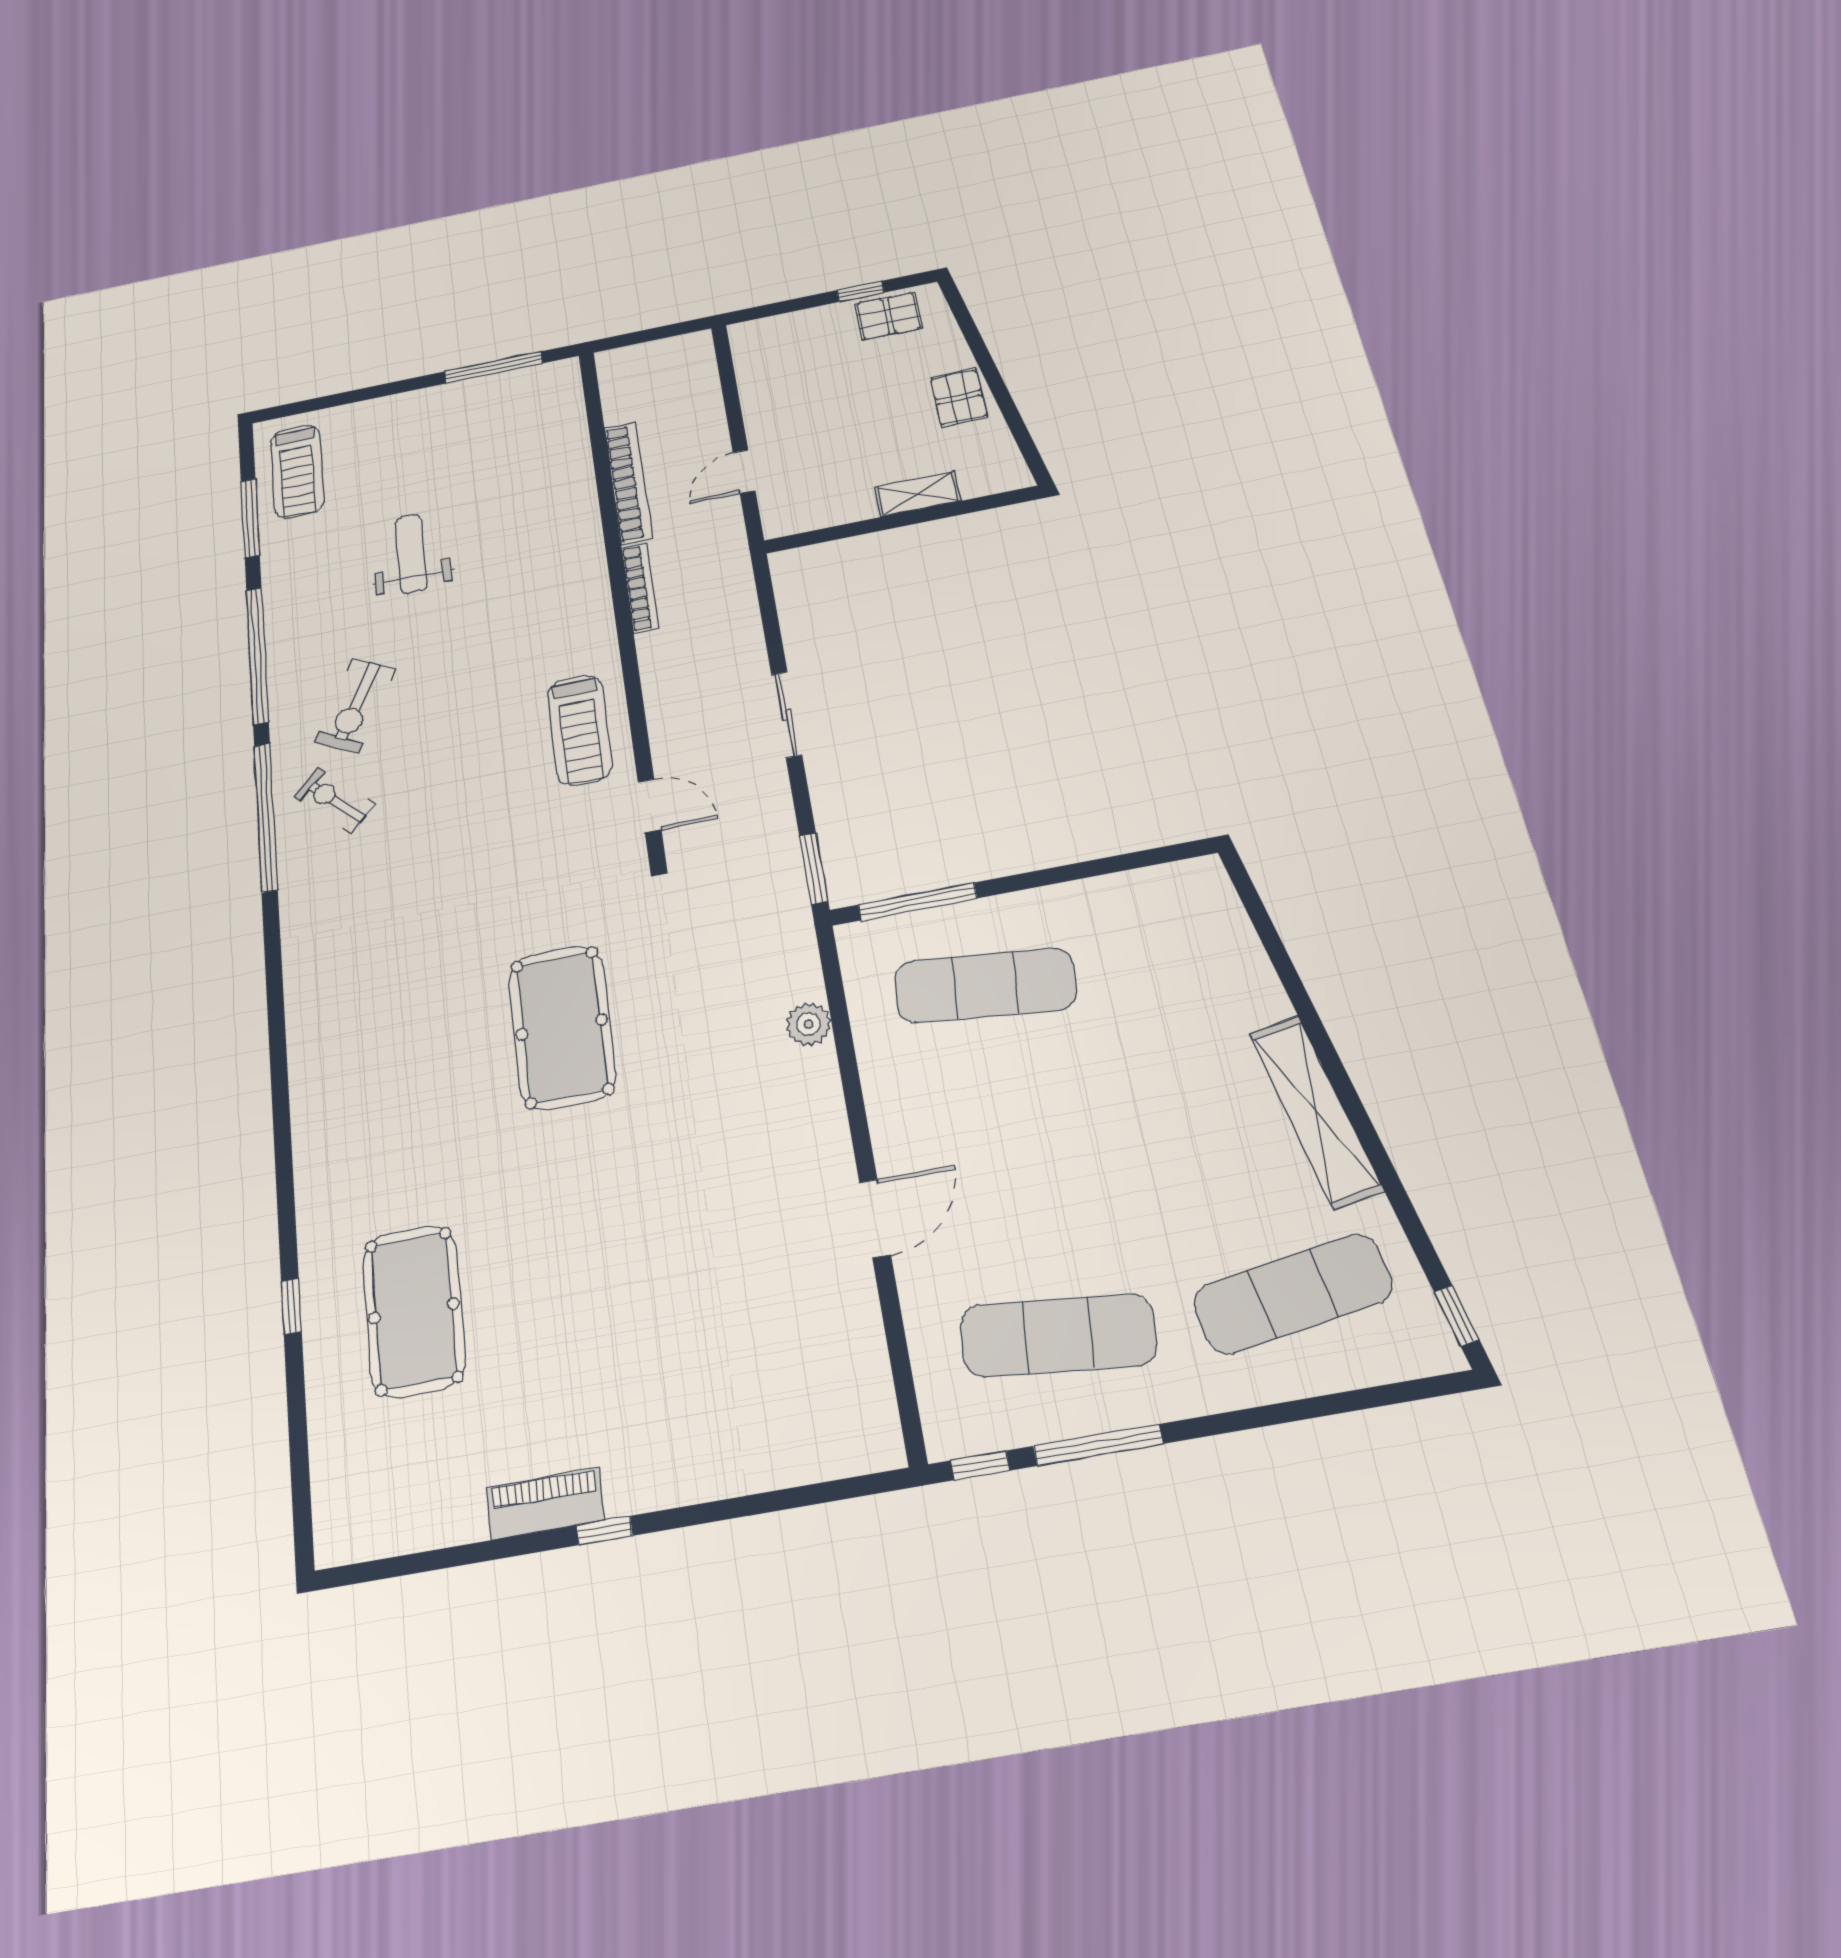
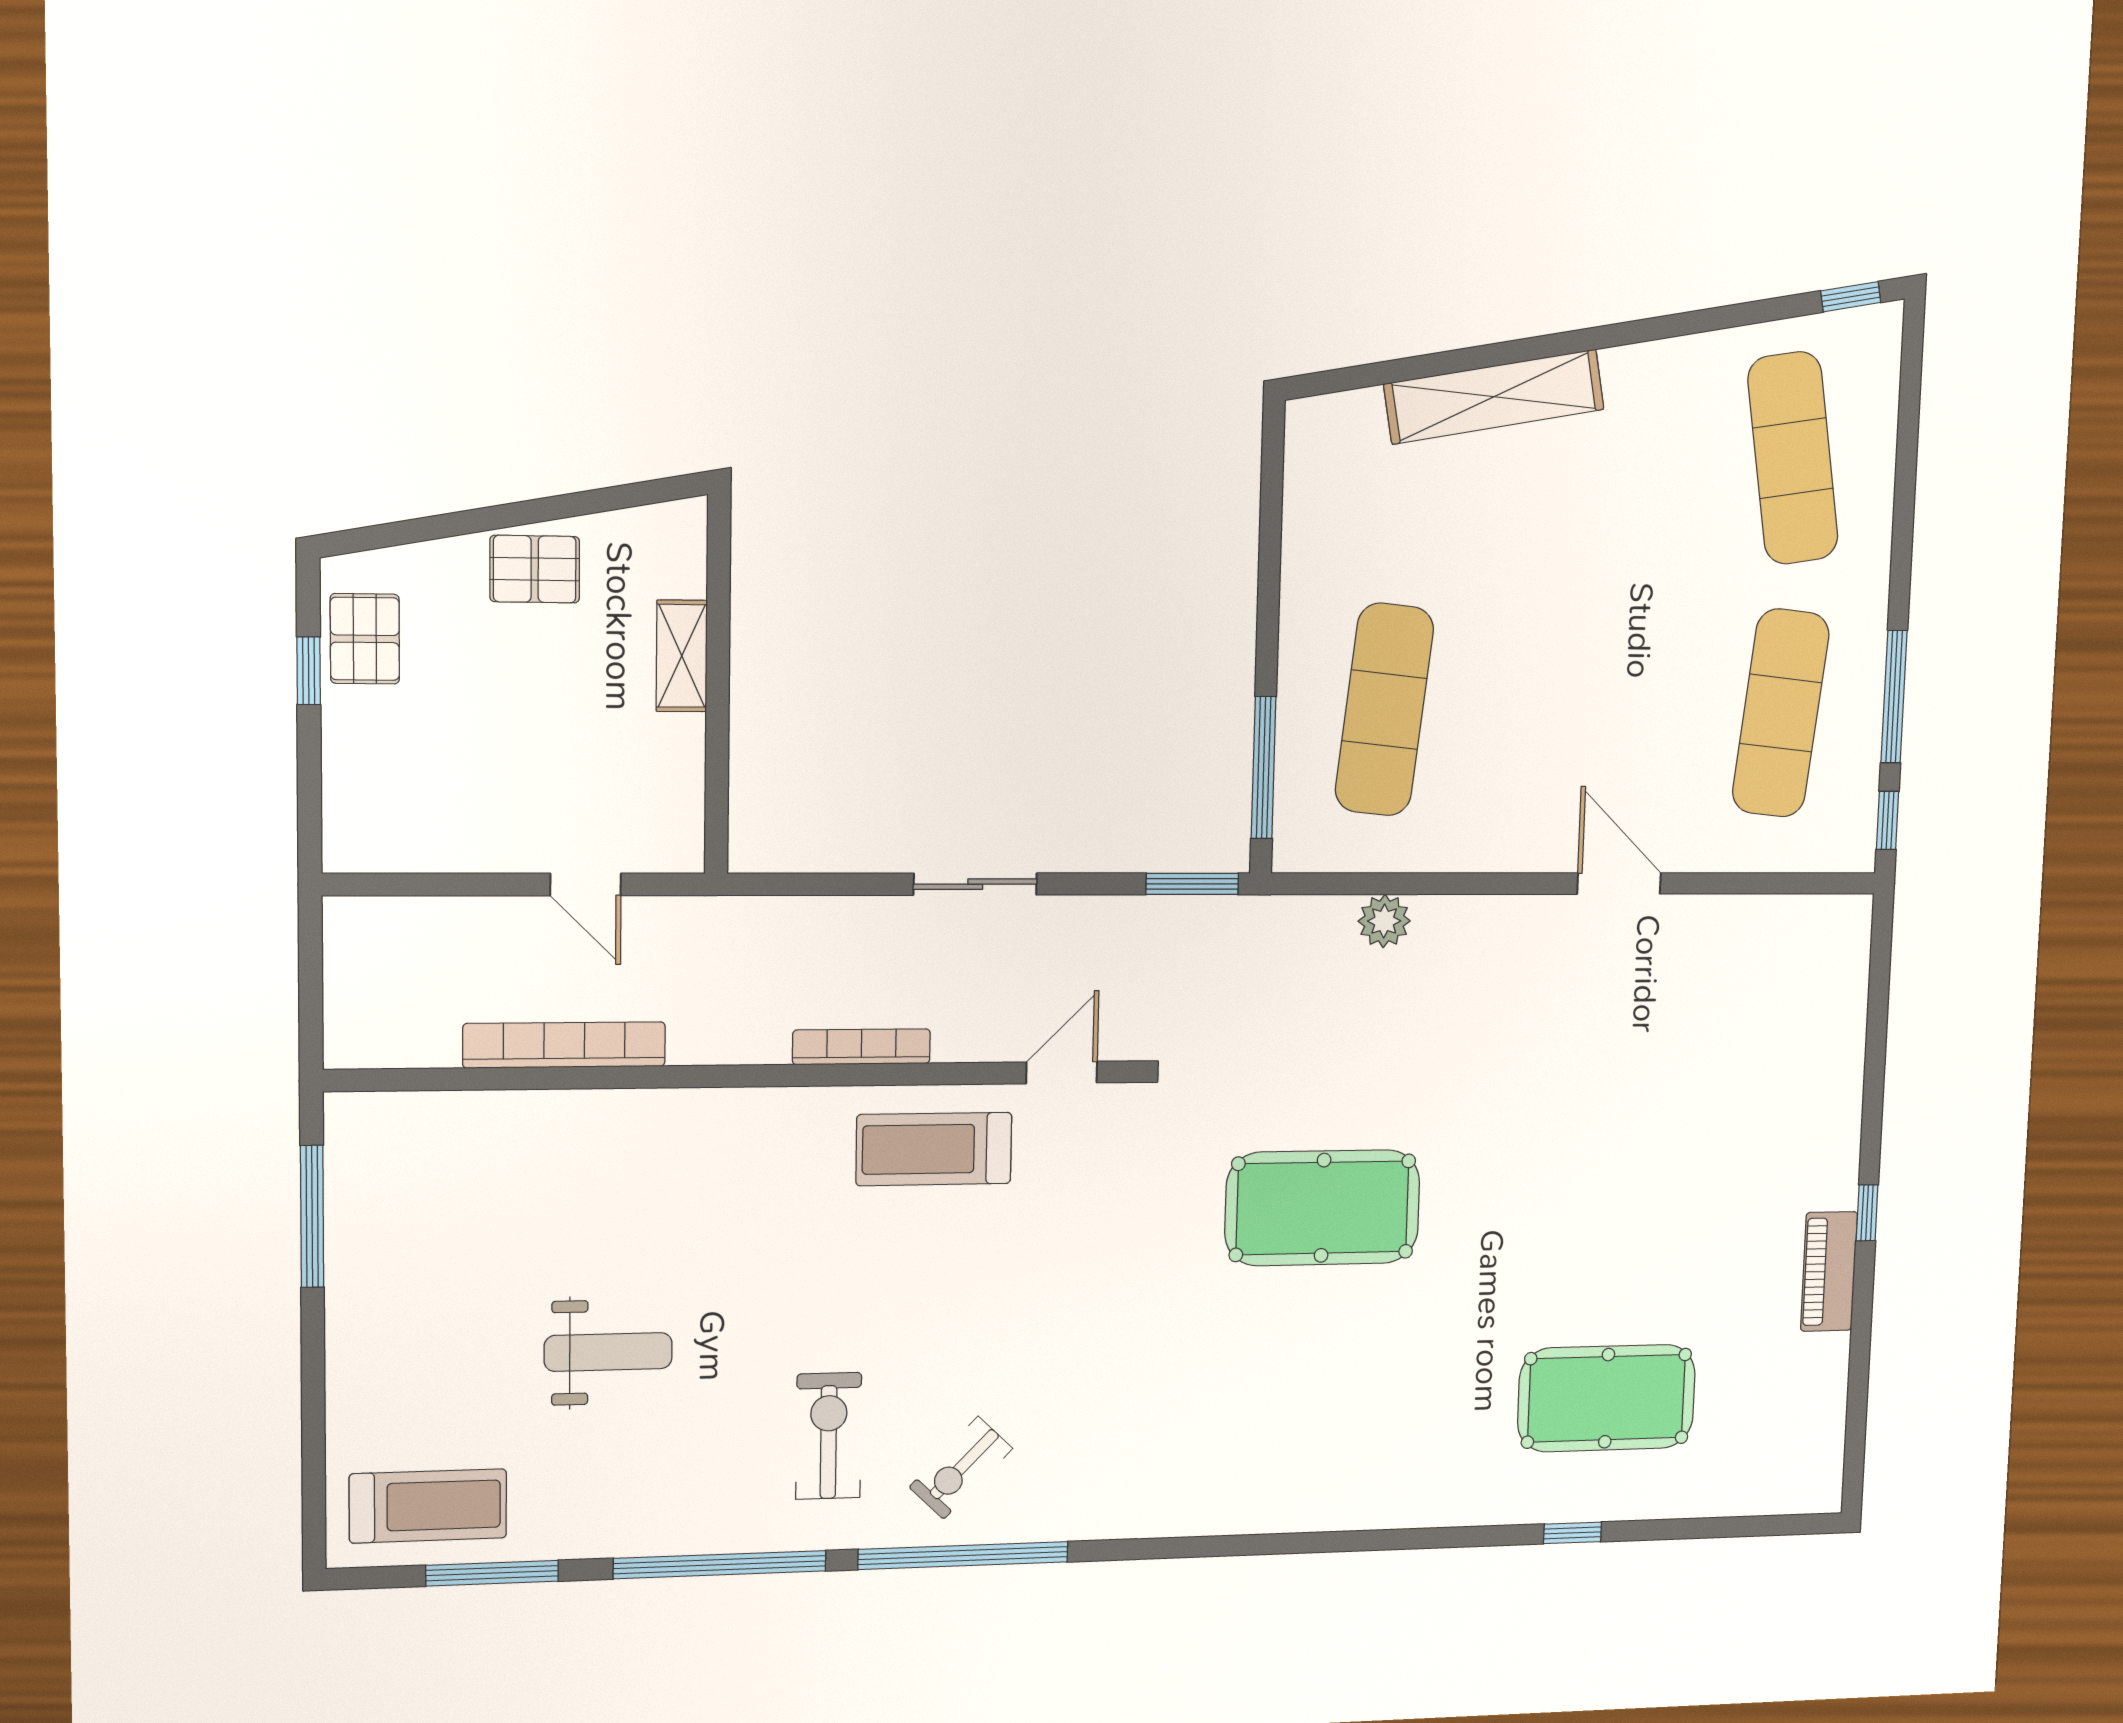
weight bench: (411, 554) -> (608, 1352), turned 180
bookcase: (640, 588) -> (861, 1047), moved
exercise bike: (356, 705) -> (829, 1436), turned -117
treadmill: (580, 730) -> (934, 1149), turned 180
shelving: (1316, 1111) -> (1494, 397), moved

